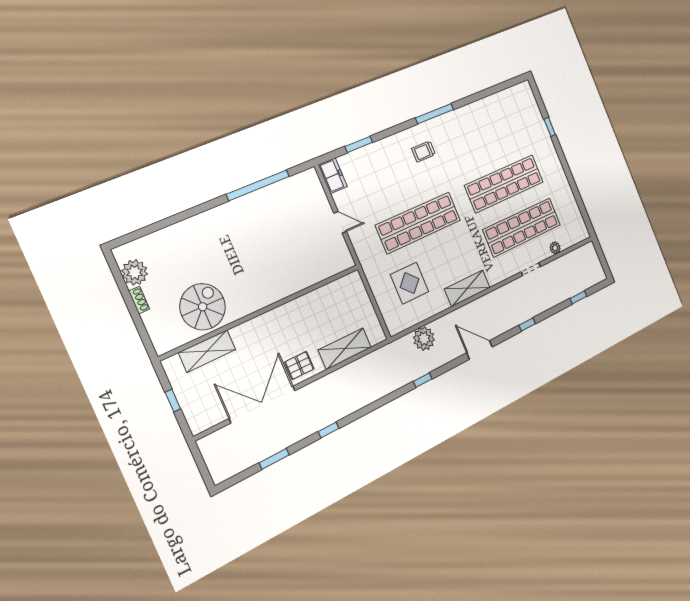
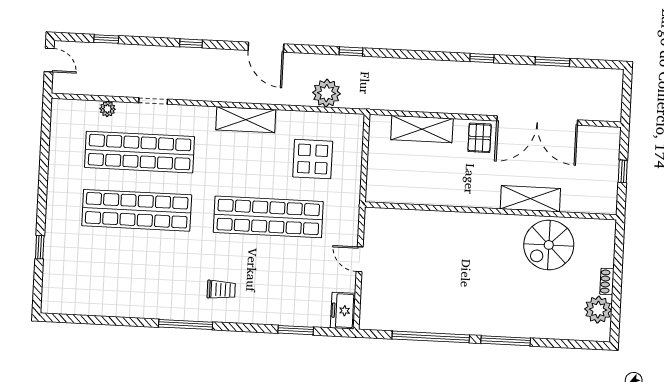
window: (198, 210) -> (506, 341), added
door: (604, 263) -> (49, 60), added
shelving: (207, 351) -> (530, 199), moved
pallet: (299, 365) -> (480, 138), turned 90

